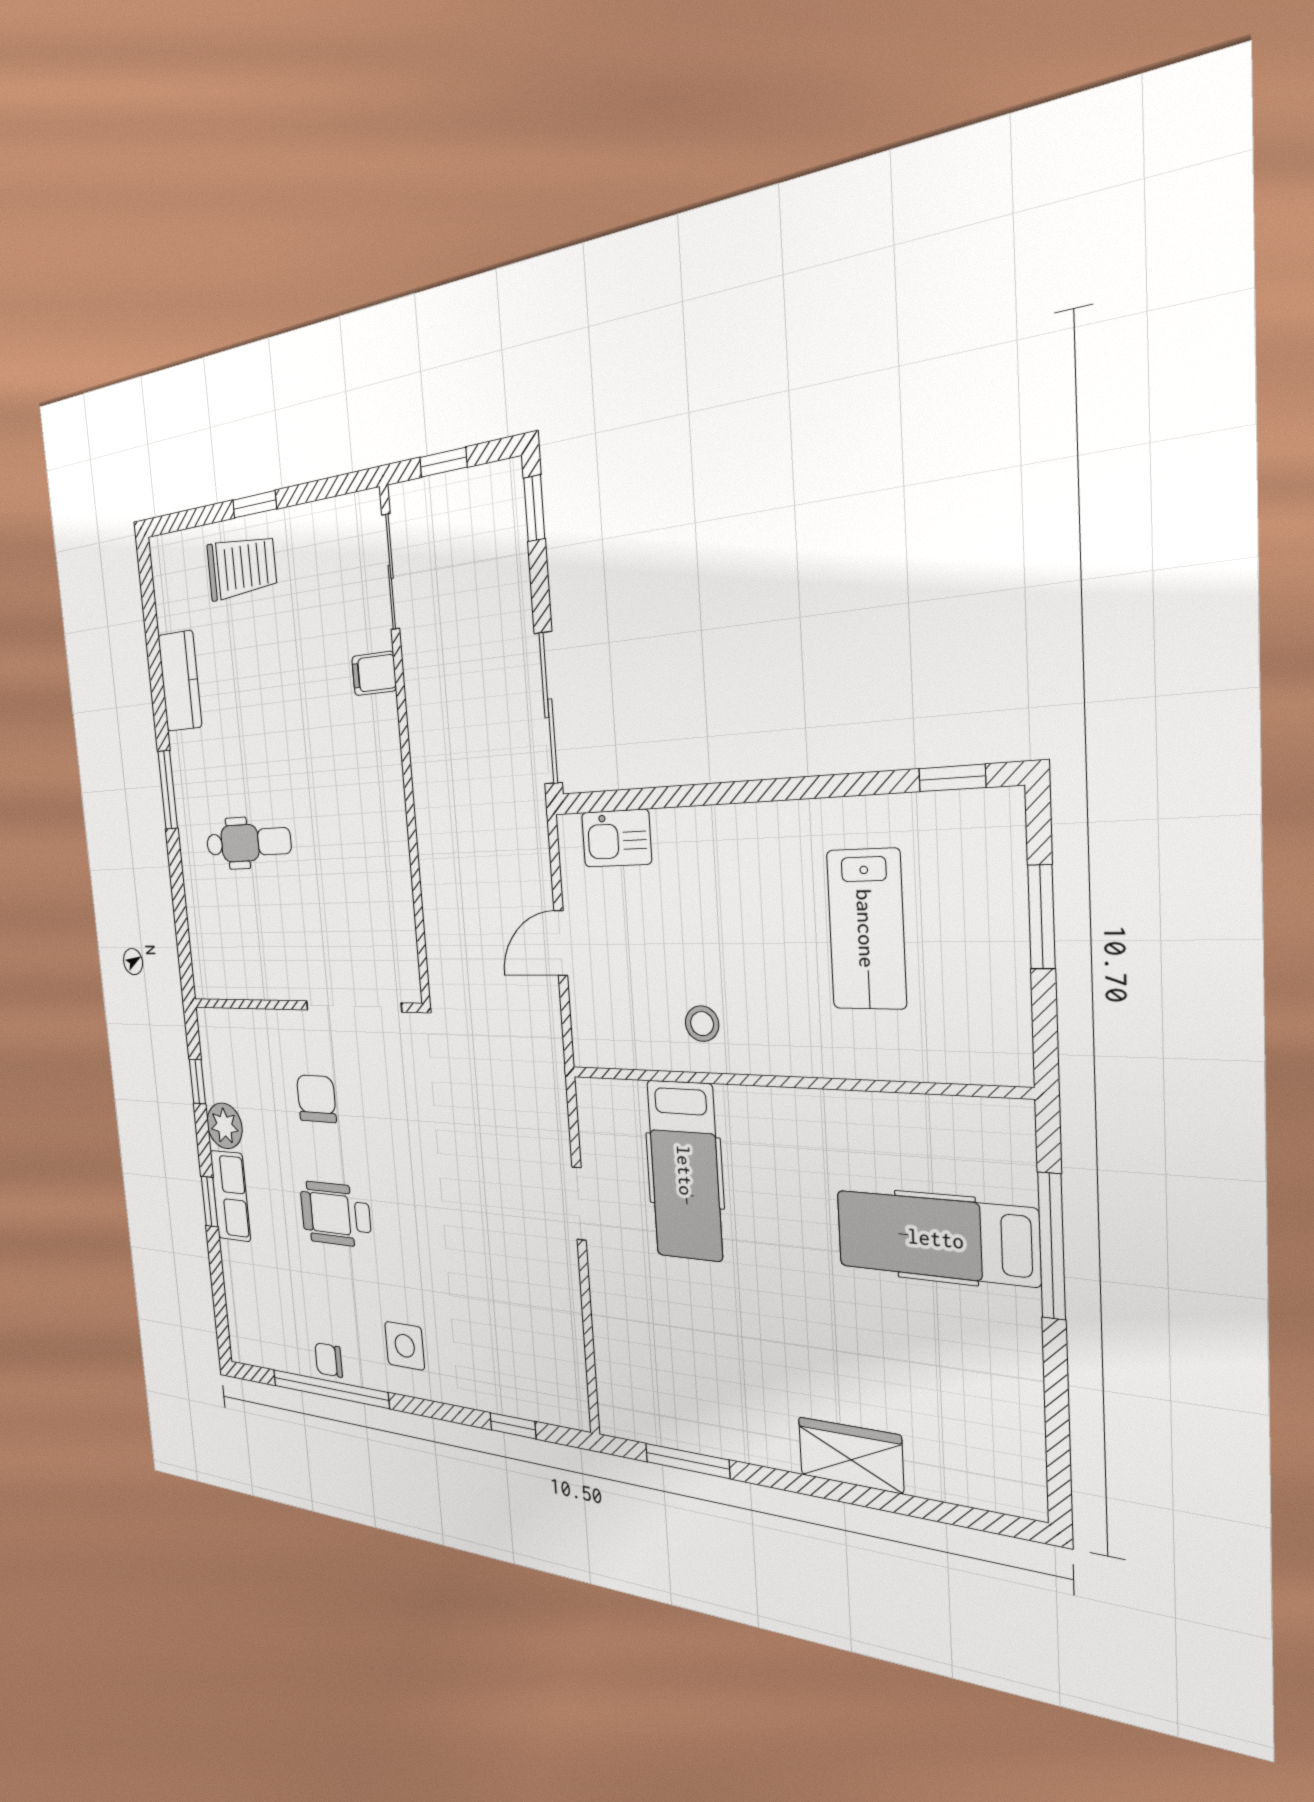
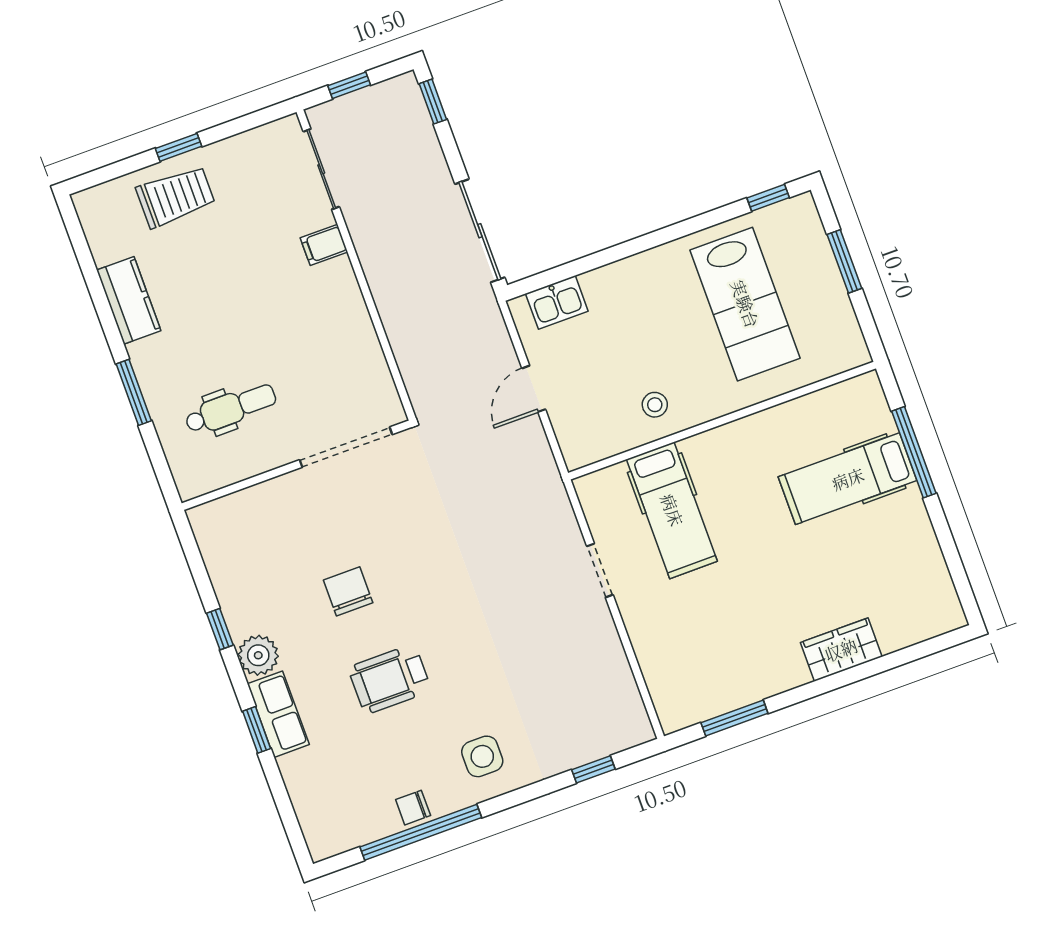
lab bench: (866, 929) -> (745, 304), width x1.36, depth x1.39
wall: (303, 1005) -> (296, 465), moved
doorway: (353, 1006) -> (346, 447), moved

